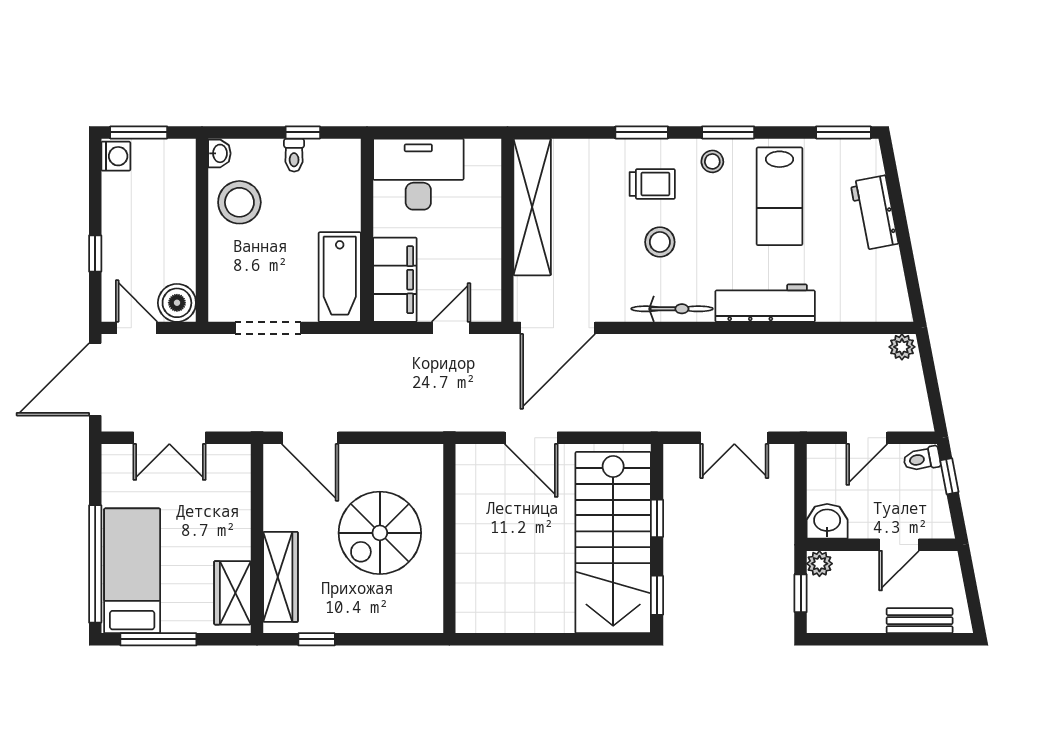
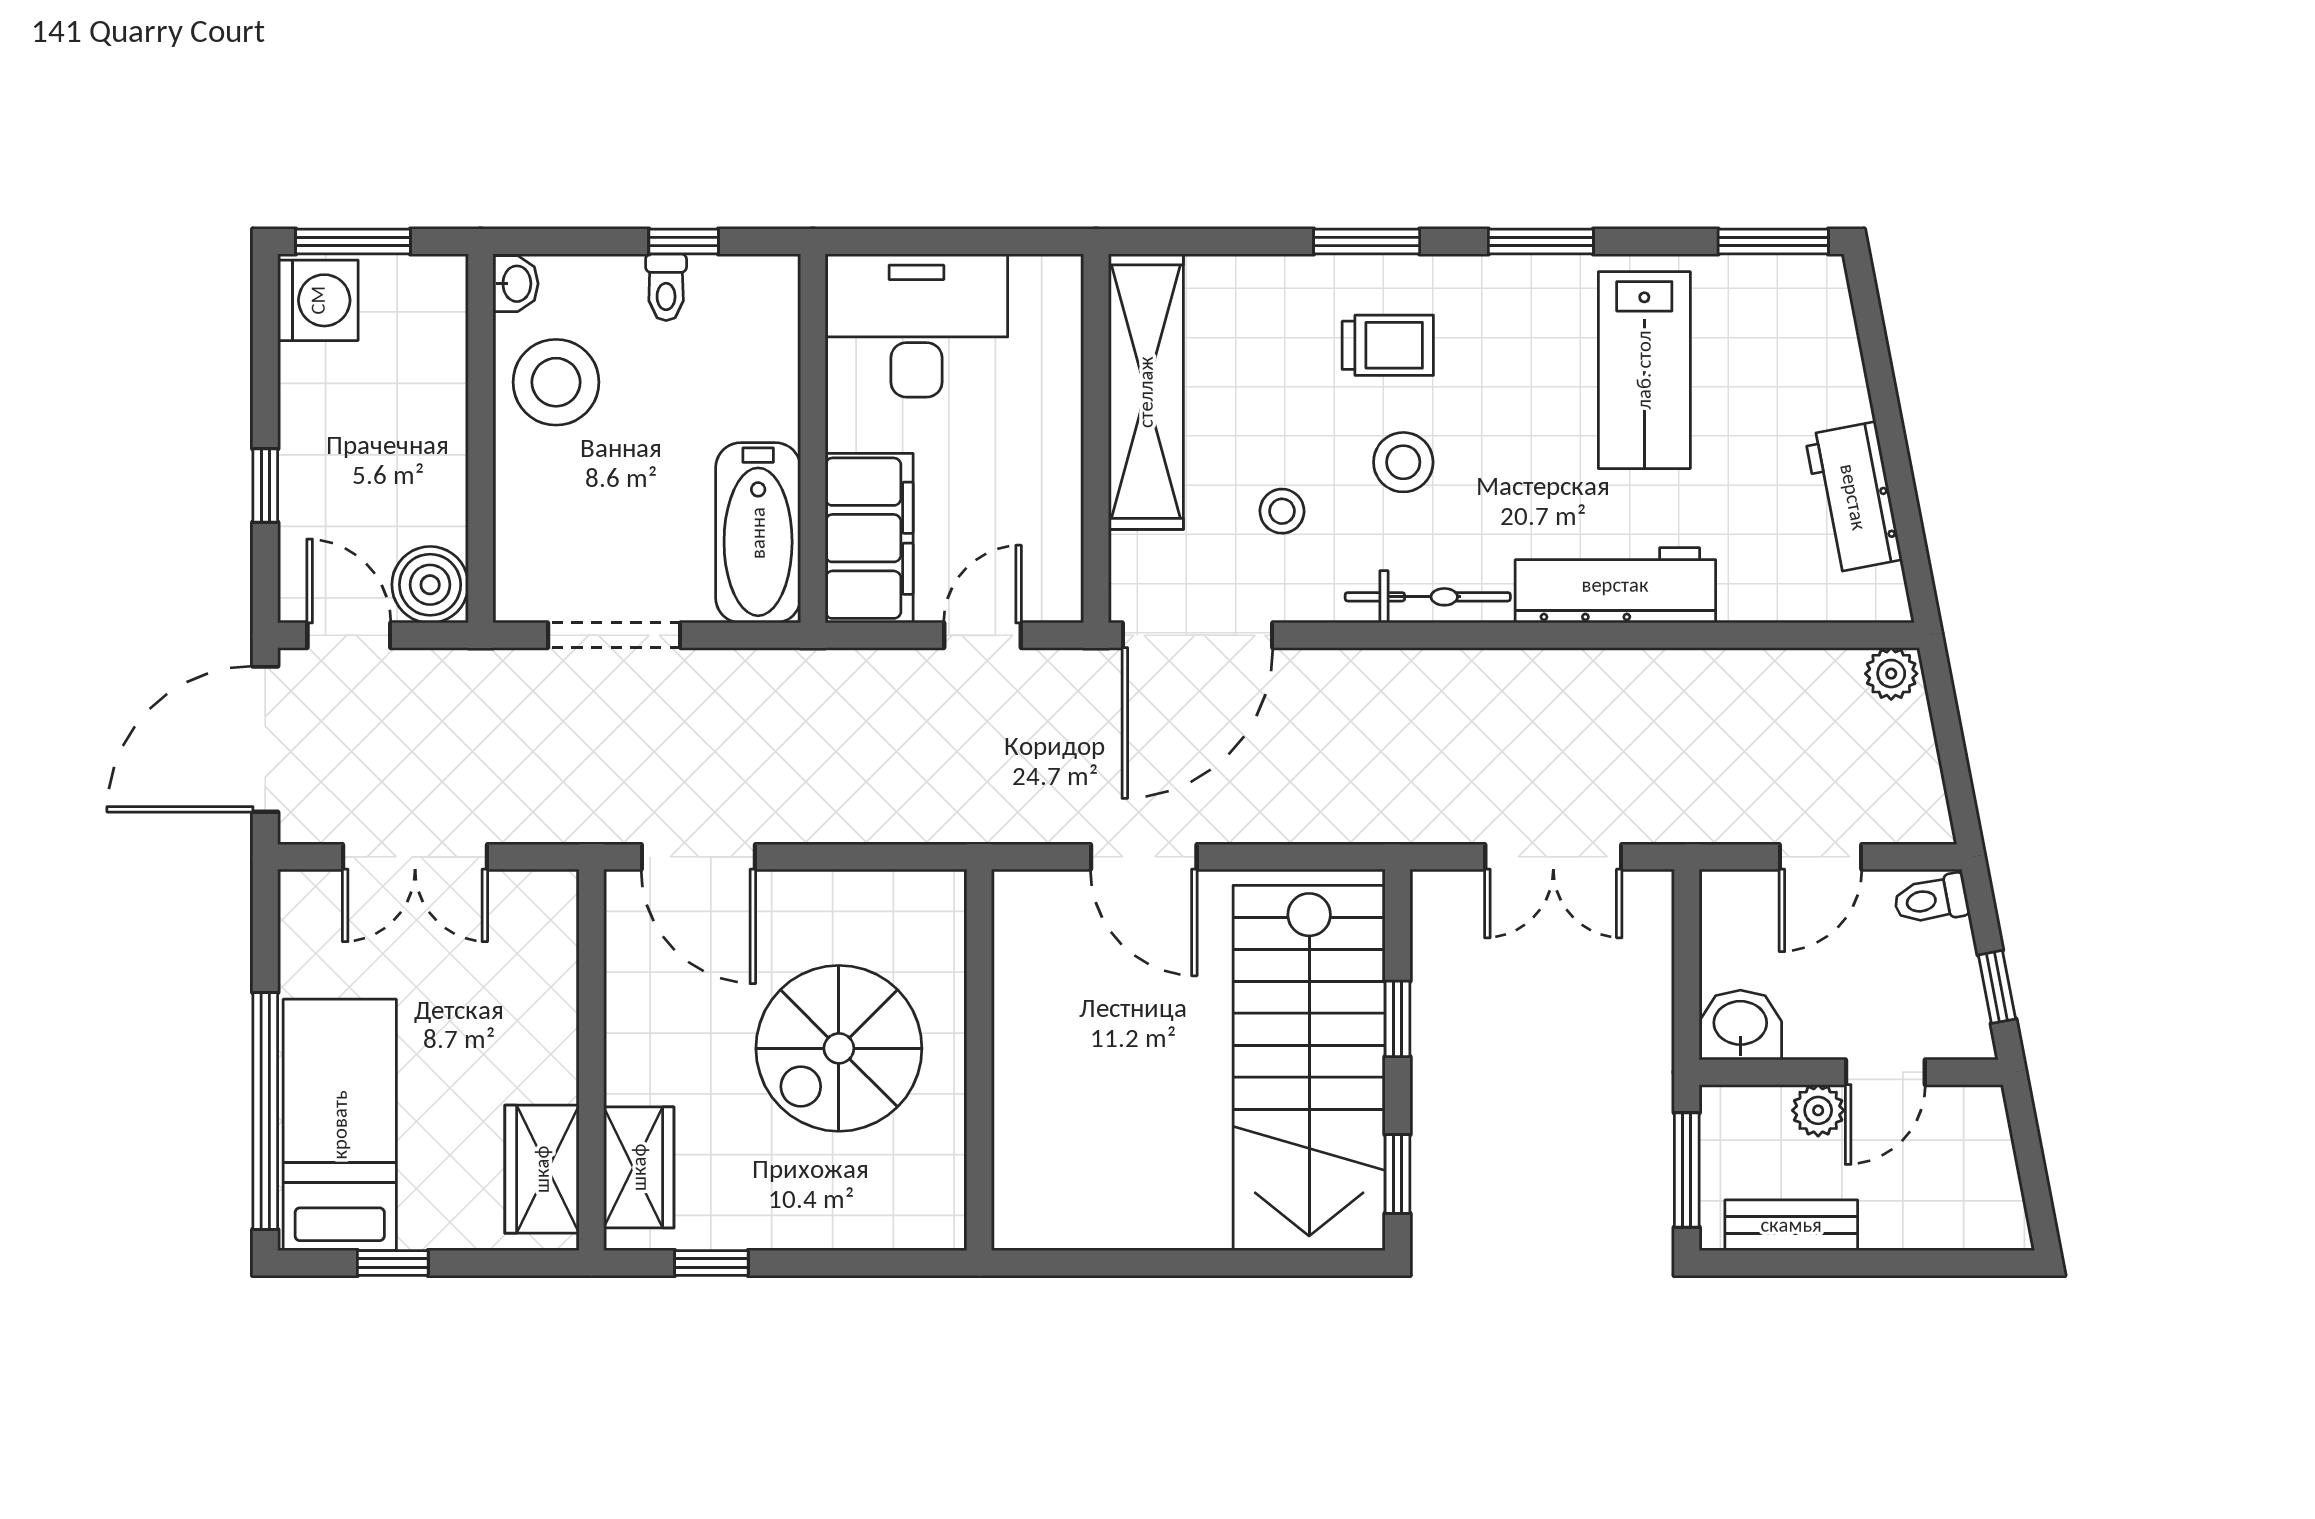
washing machine: (116, 156) -> (318, 300), width x1.38, depth x1.38
stool: (712, 161) -> (1282, 511), moved
workbench: (874, 213) -> (1853, 497), moved
window: (949, 476) -> (1997, 987), moved
plant: (819, 564) -> (1818, 1110), moved
wardrobe: (281, 577) -> (639, 1167), width x0.67
window: (801, 593) -> (1687, 1170), width x1.50
bench: (920, 621) -> (1791, 1225), moved
window: (158, 639) -> (393, 1263), width x0.46

